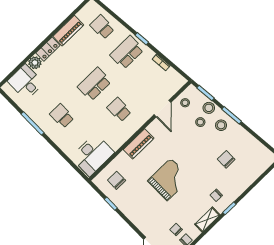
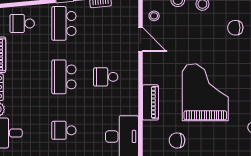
stool: (200, 122) -> (183, 19), removed
piano: (139, 144) -> (150, 102), moved
grand piano: (169, 179) -> (205, 92), width x1.37, depth x1.48
chair: (117, 180) -> (177, 140), moved

